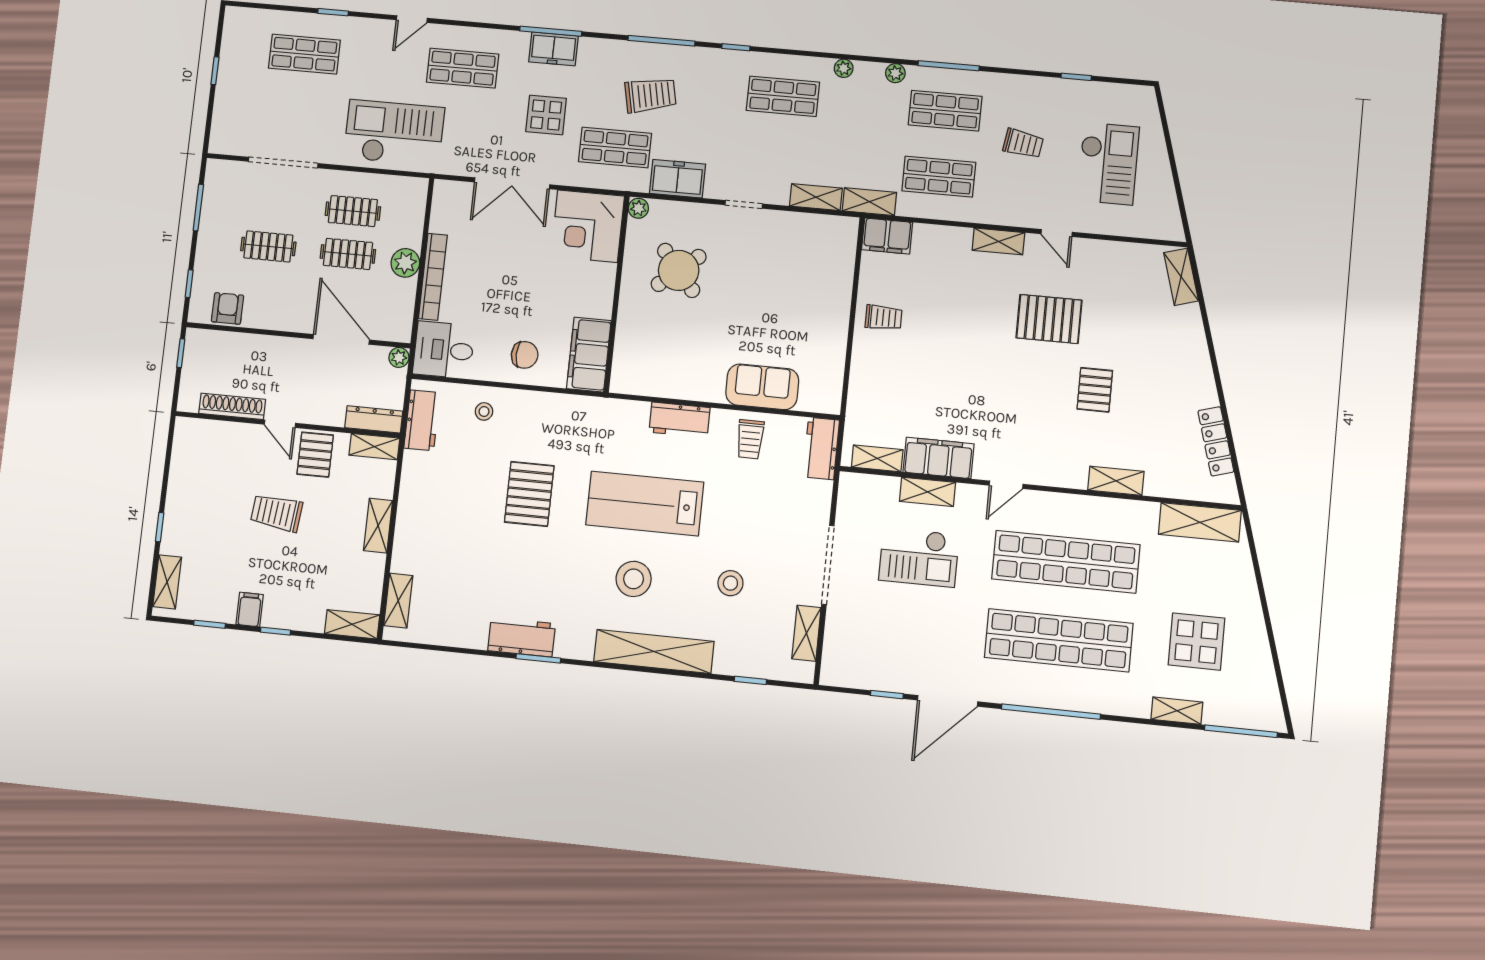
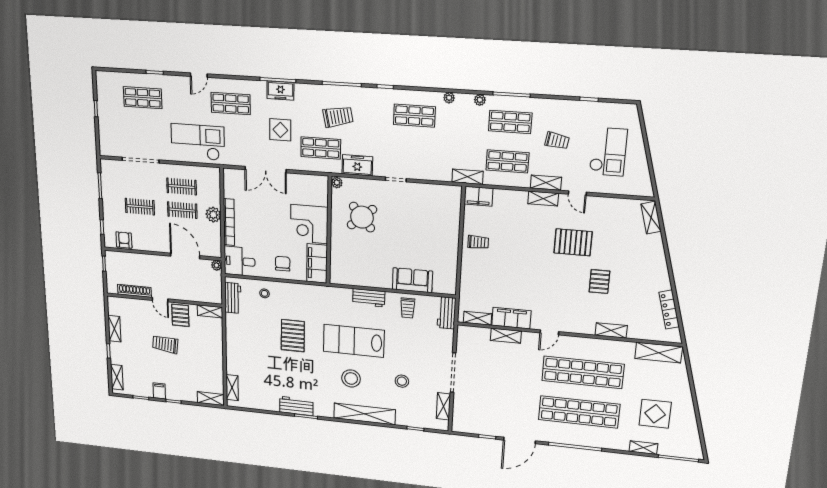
shelving: (816, 197) -> (546, 183), moved
corner desk: (587, 226) -> (309, 224), moved
chair: (525, 355) -> (283, 264), turned -90
dresser: (374, 419) -> (208, 297), removed
shelving: (378, 526) -> (114, 329), moved
checkout: (919, 557) -> (502, 369), removed

